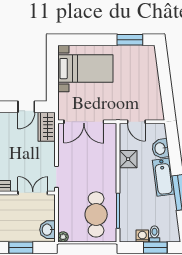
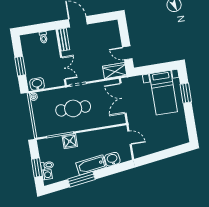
window: (130, 40) -> (186, 93), moved
door: (136, 122) -> (130, 138), swing flipped
shower: (128, 159) -> (70, 141), moved
cafe table: (96, 214) -> (73, 108), moved
washing machine: (142, 236) -> (47, 175), moved

